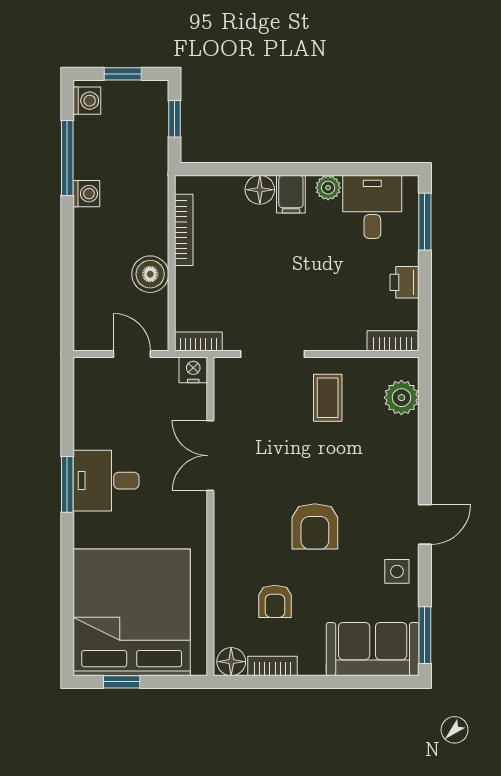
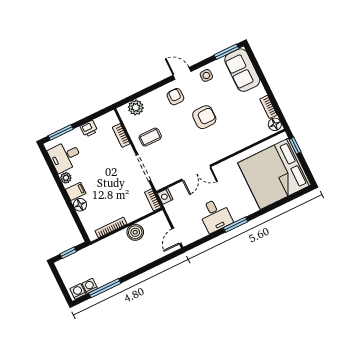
window: (123, 74) -> (60, 282), removed
washing machine: (86, 194) -> (90, 286), moved
bookcase: (393, 341) -> (121, 135), moved
door: (132, 354) -> (177, 236), moved
desk: (106, 481) -> (215, 215), moved
armchair: (275, 601) -> (175, 97), moved, turned -90
window: (122, 682) -> (295, 146), moved

